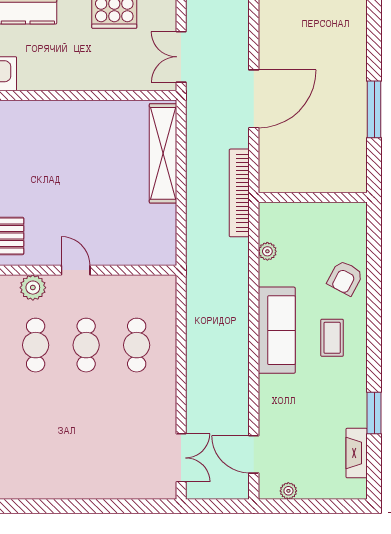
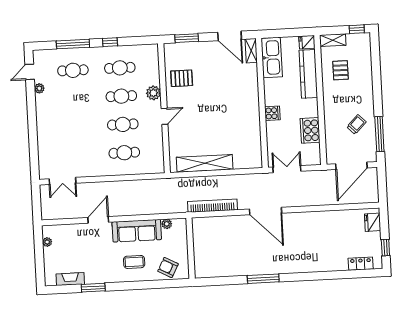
cooker: (80, 78) -> (272, 113), added
shelving: (163, 153) -> (205, 163), moved
wall: (313, 197) -> (190, 248), moved
plant: (267, 251) -> (167, 224), moved
door: (254, 454) -> (98, 220), moved
plant: (14, 490) -> (39, 88), added

